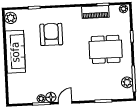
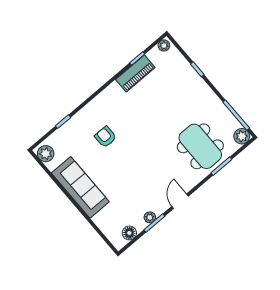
armchair: (51, 34) -> (105, 137), width x0.53, depth x0.53
dining table: (106, 49) -> (200, 146), moved, turned 90
plant: (127, 82) -> (242, 136), moved
floor lamp: (51, 97) -> (129, 233), moved

